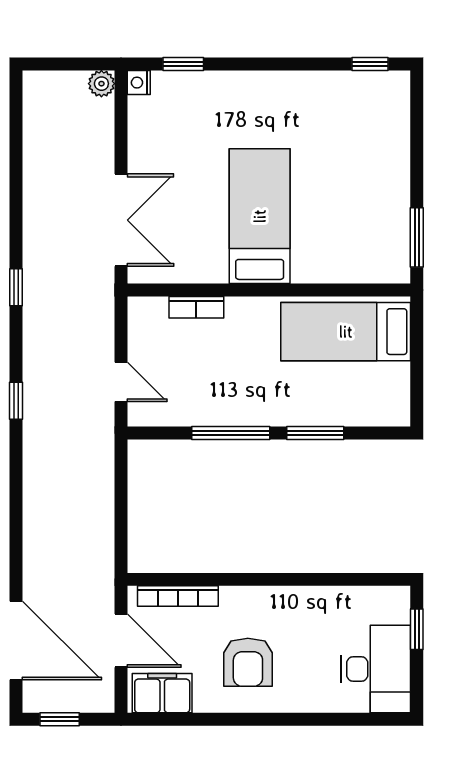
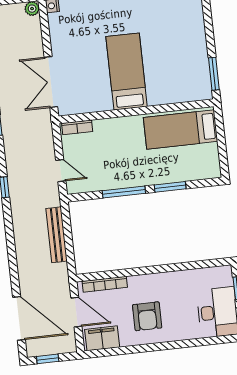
double door: (121, 220) -> (51, 82), swing flipped
bookcase: (196, 307) -> (77, 127), moved
bench: (101, 497) -> (57, 235), added

